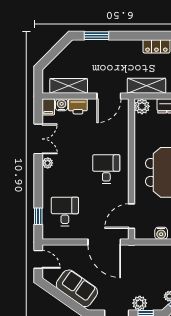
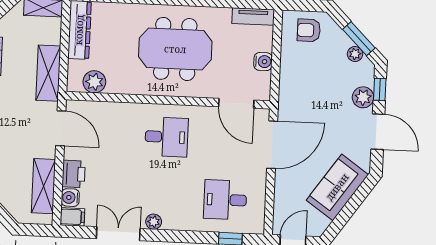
plant: (142, 106) -> (94, 82), moved
desk: (106, 169) -> (166, 137), turned 180

